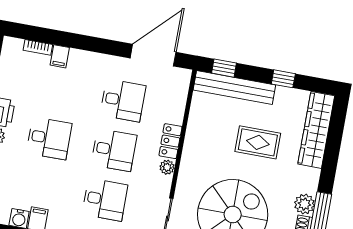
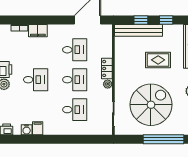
filing cabinet: (60, 56) -> (38, 31), width x2.00
window: (224, 68) -> (141, 20), moved

